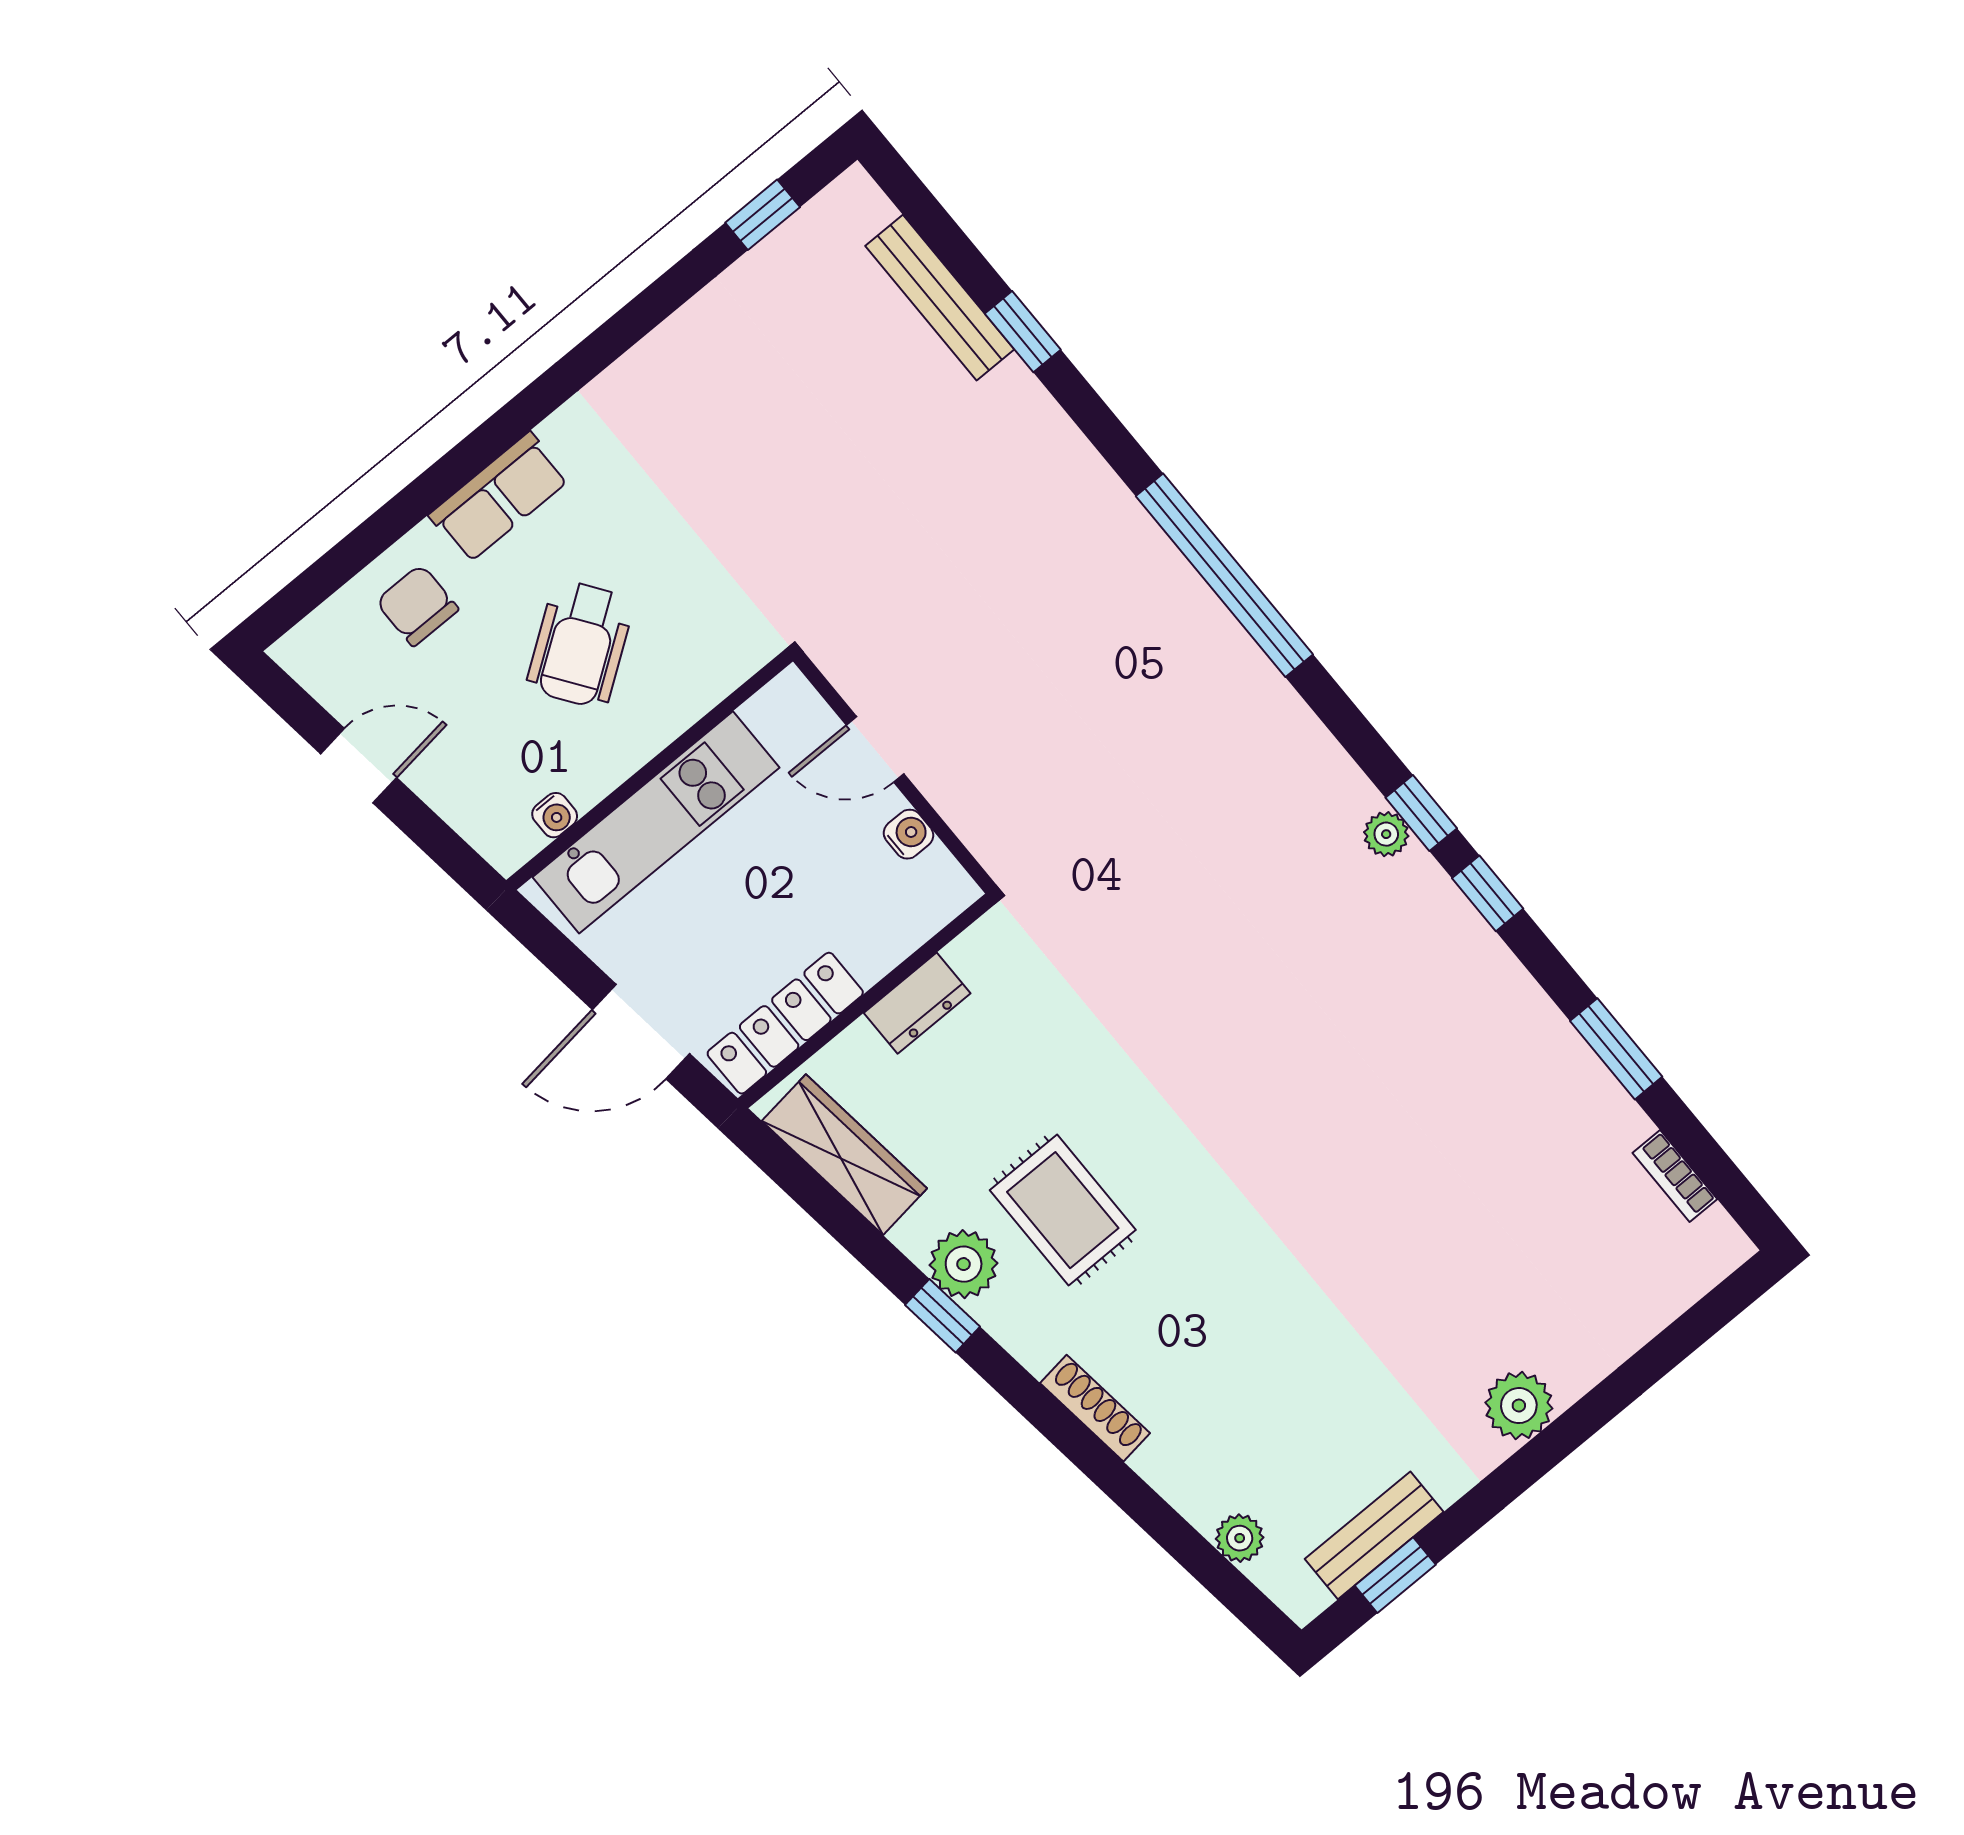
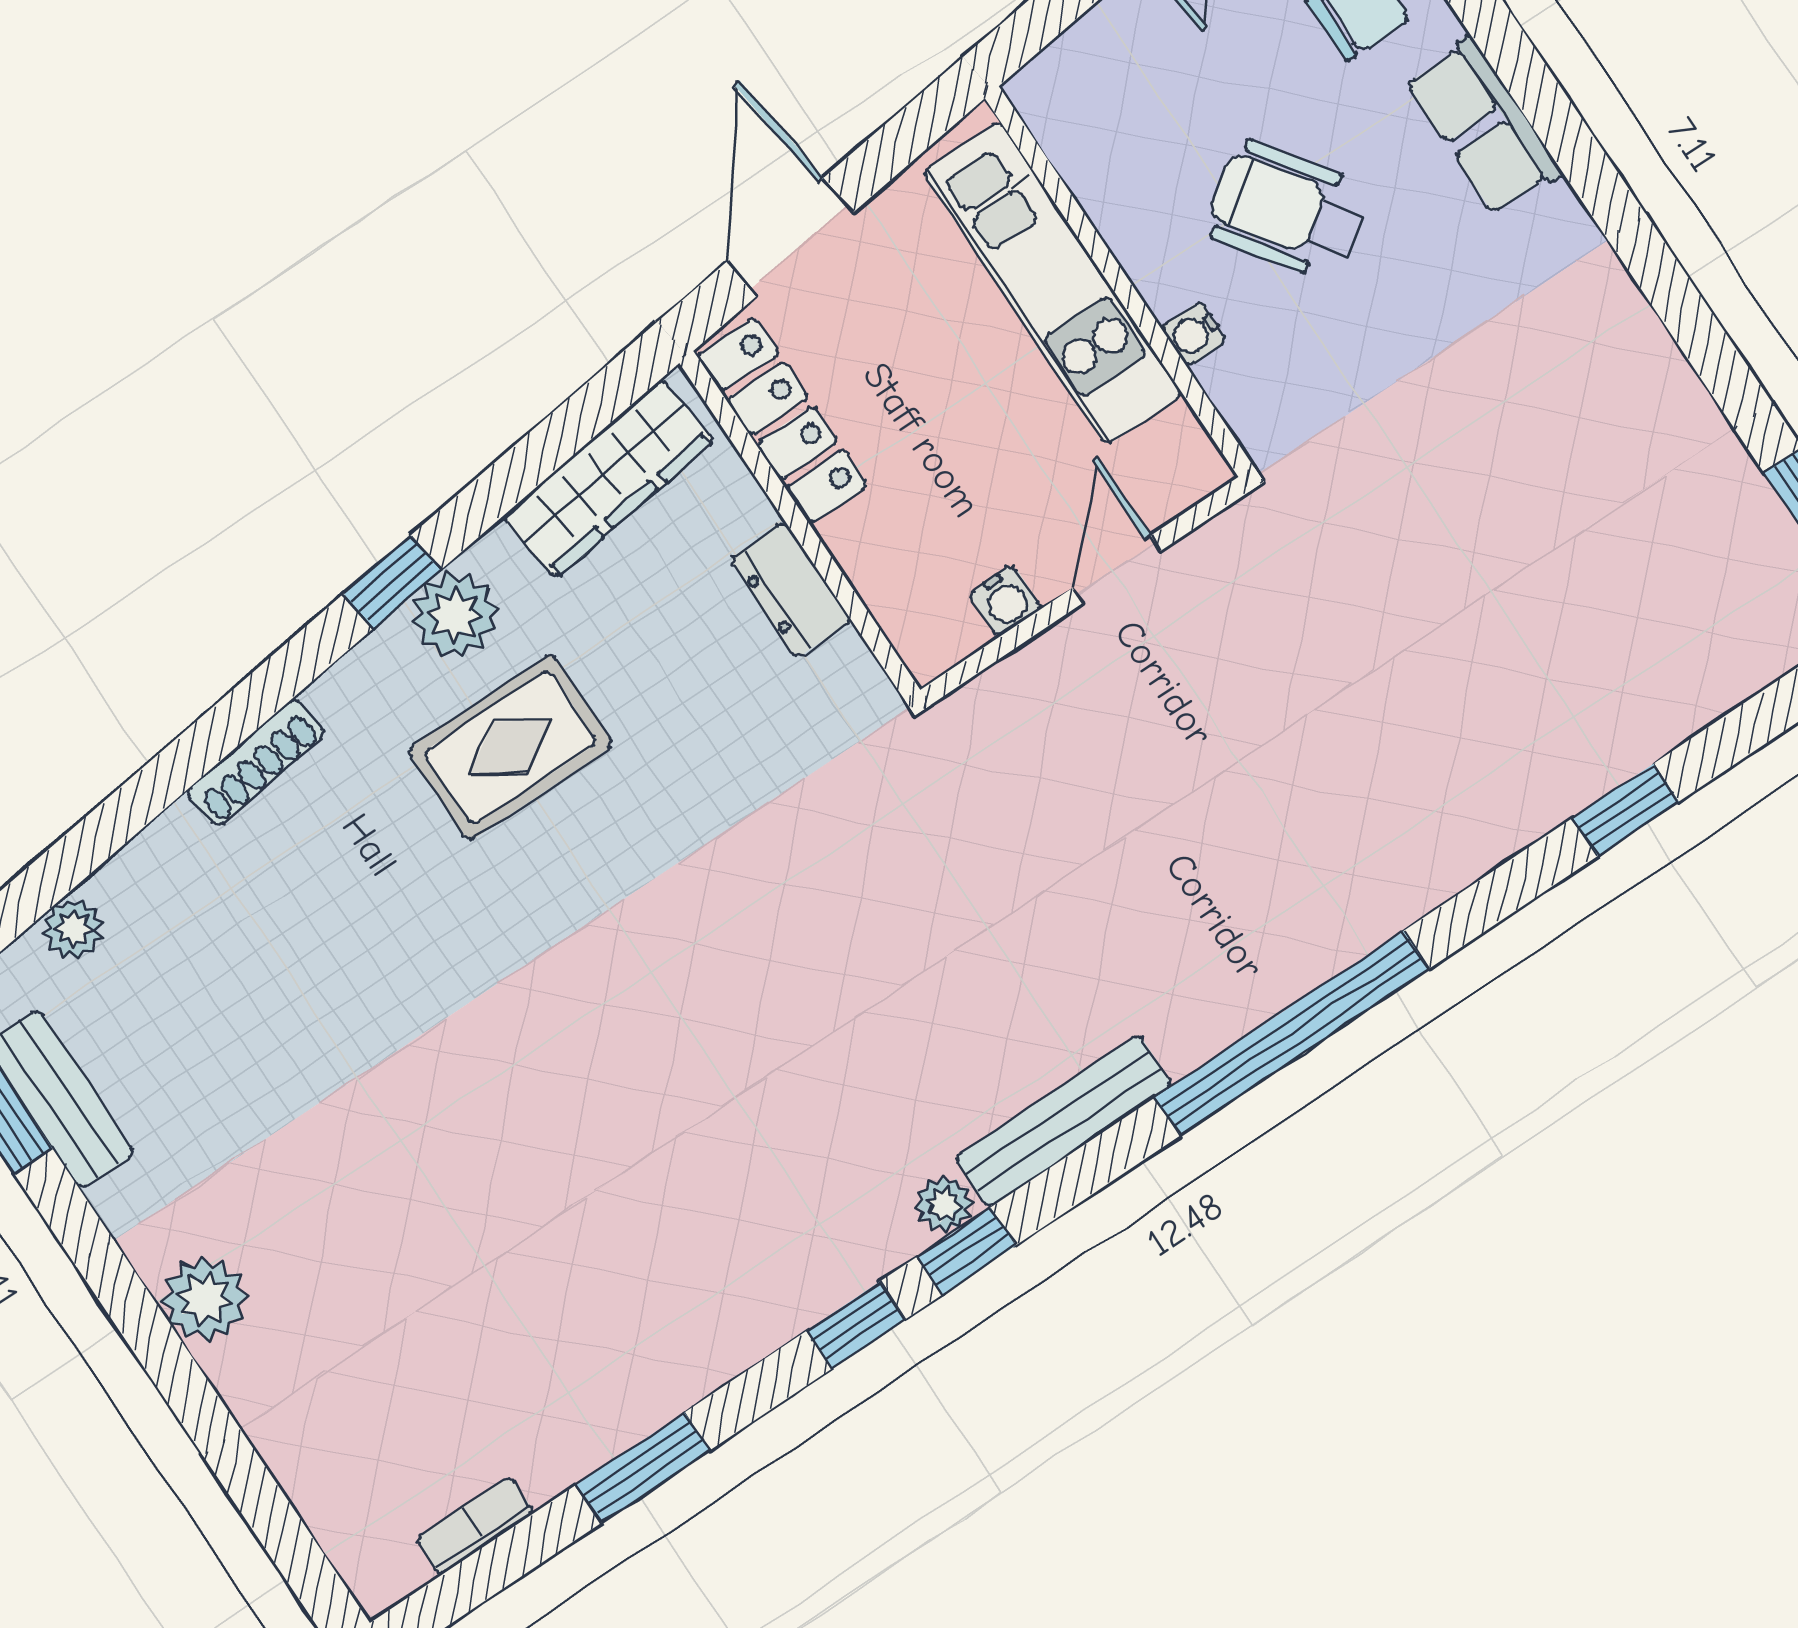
bench: (940, 298) -> (1064, 1121), moved
water cooler: (555, 815) -> (1194, 334), moved

